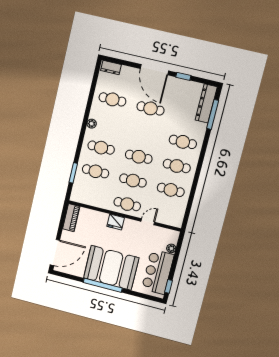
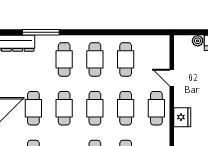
window: (213, 114) -> (41, 32), moved
cafe table: (145, 133) -> (64, 108), added

